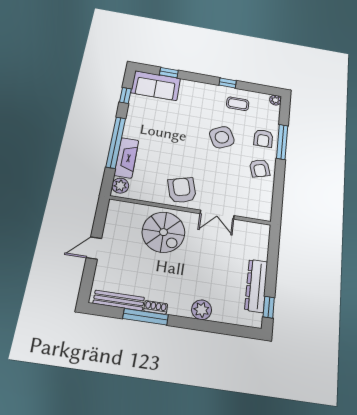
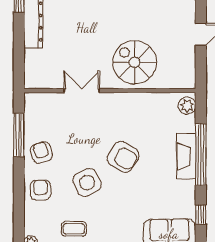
window: (282, 142) -> (19, 135), moved
fireplace: (126, 158) -> (186, 156), moved
armchair: (182, 190) -> (123, 157), moved, turned -44

